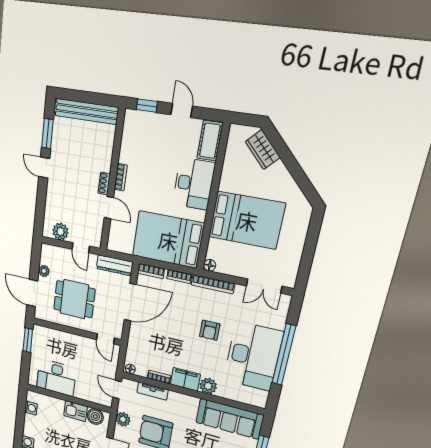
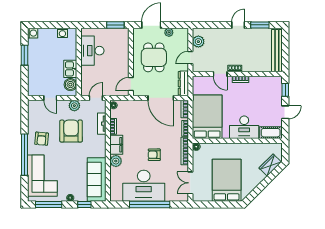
door: (109, 208) -> (220, 74), hinge flipped
bed: (247, 220) -> (227, 180), moved, turned 180

